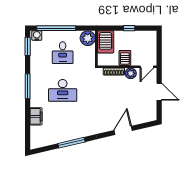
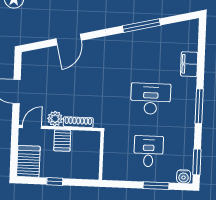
window: (56, 28) -> (156, 186), width x0.47
plant: (88, 38) -> (113, 170), removed
server rack: (106, 42) -> (28, 161), moved

